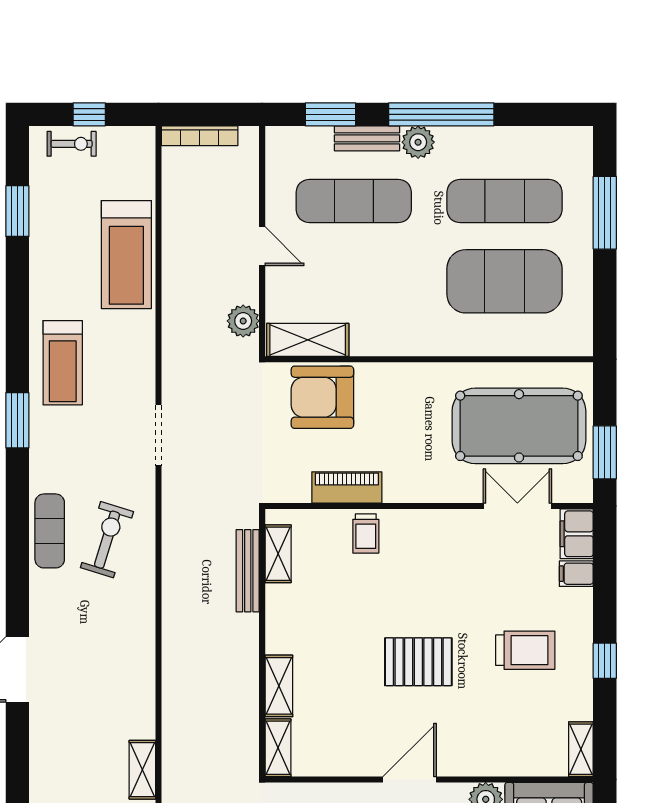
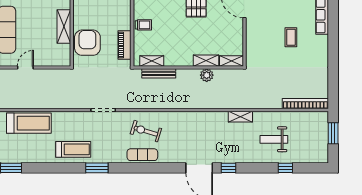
plant: (243, 321) -> (207, 75), moved
shelving: (308, 340) -> (64, 27), moved
armchair: (322, 397) -> (87, 43), turned 180
piano: (347, 488) -> (125, 45), moved
window: (17, 741) -> (229, 168), added

